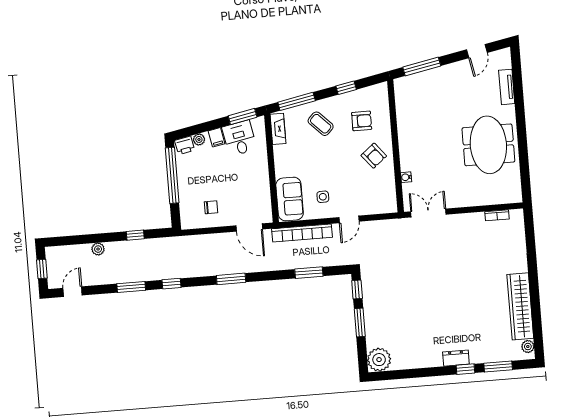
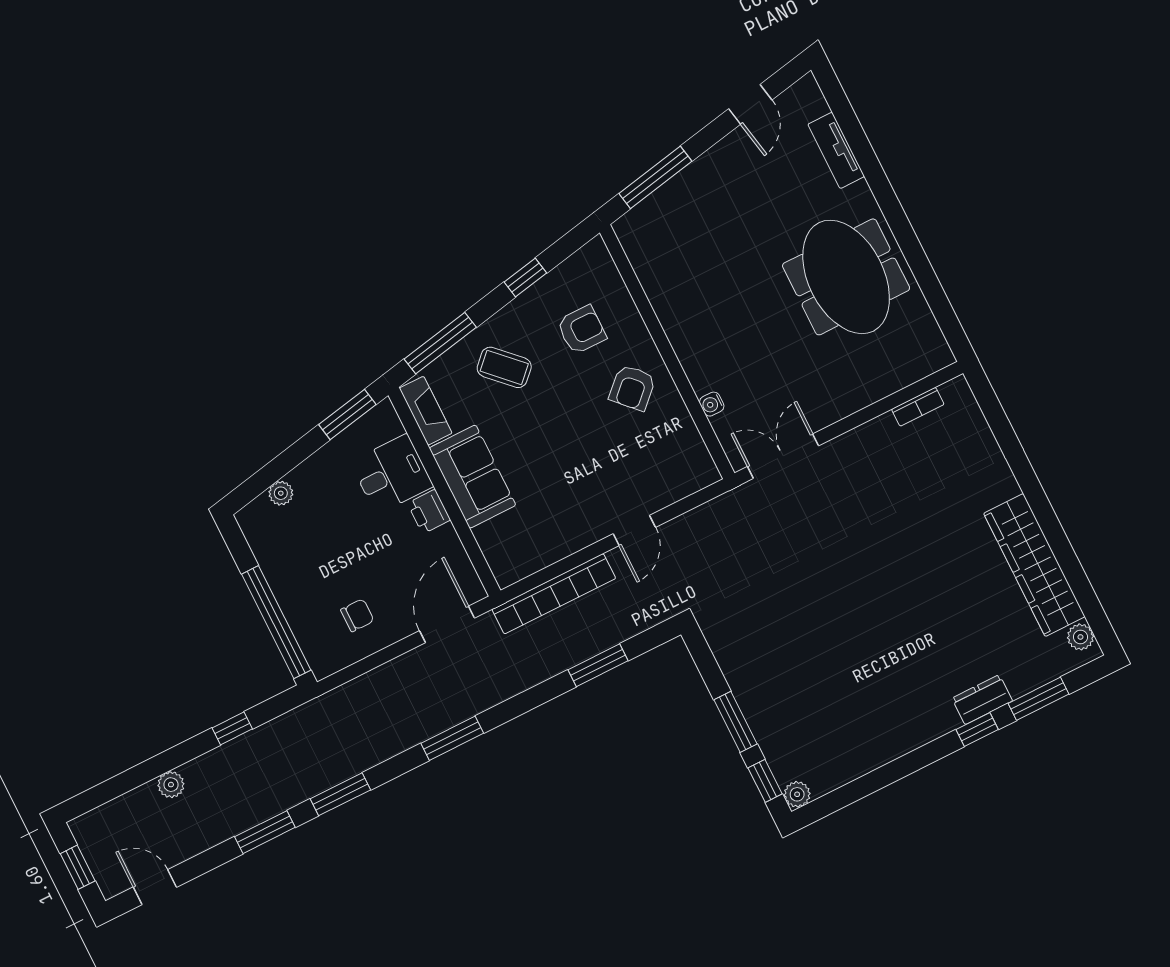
filing cabinet: (216, 137) -> (313, 475), removed
desk: (239, 138) -> (392, 474), moved, turned 101
printer: (185, 145) -> (429, 512), moved, turned 101
armchair: (374, 156) -> (632, 388), turned 85
window: (172, 175) -> (276, 622), moved
side table: (323, 197) -> (566, 507), removed
sofa: (290, 199) -> (473, 477), moved
door: (249, 227) -> (447, 624), swing flipped
window: (171, 284) -> (340, 794), width x1.50
window: (357, 290) -> (765, 781), moved
door: (73, 292) -> (155, 887), hinge flipped
dresser: (456, 358) -> (982, 700), moved
plant: (379, 360) -> (797, 794), width x0.53, depth x0.53

